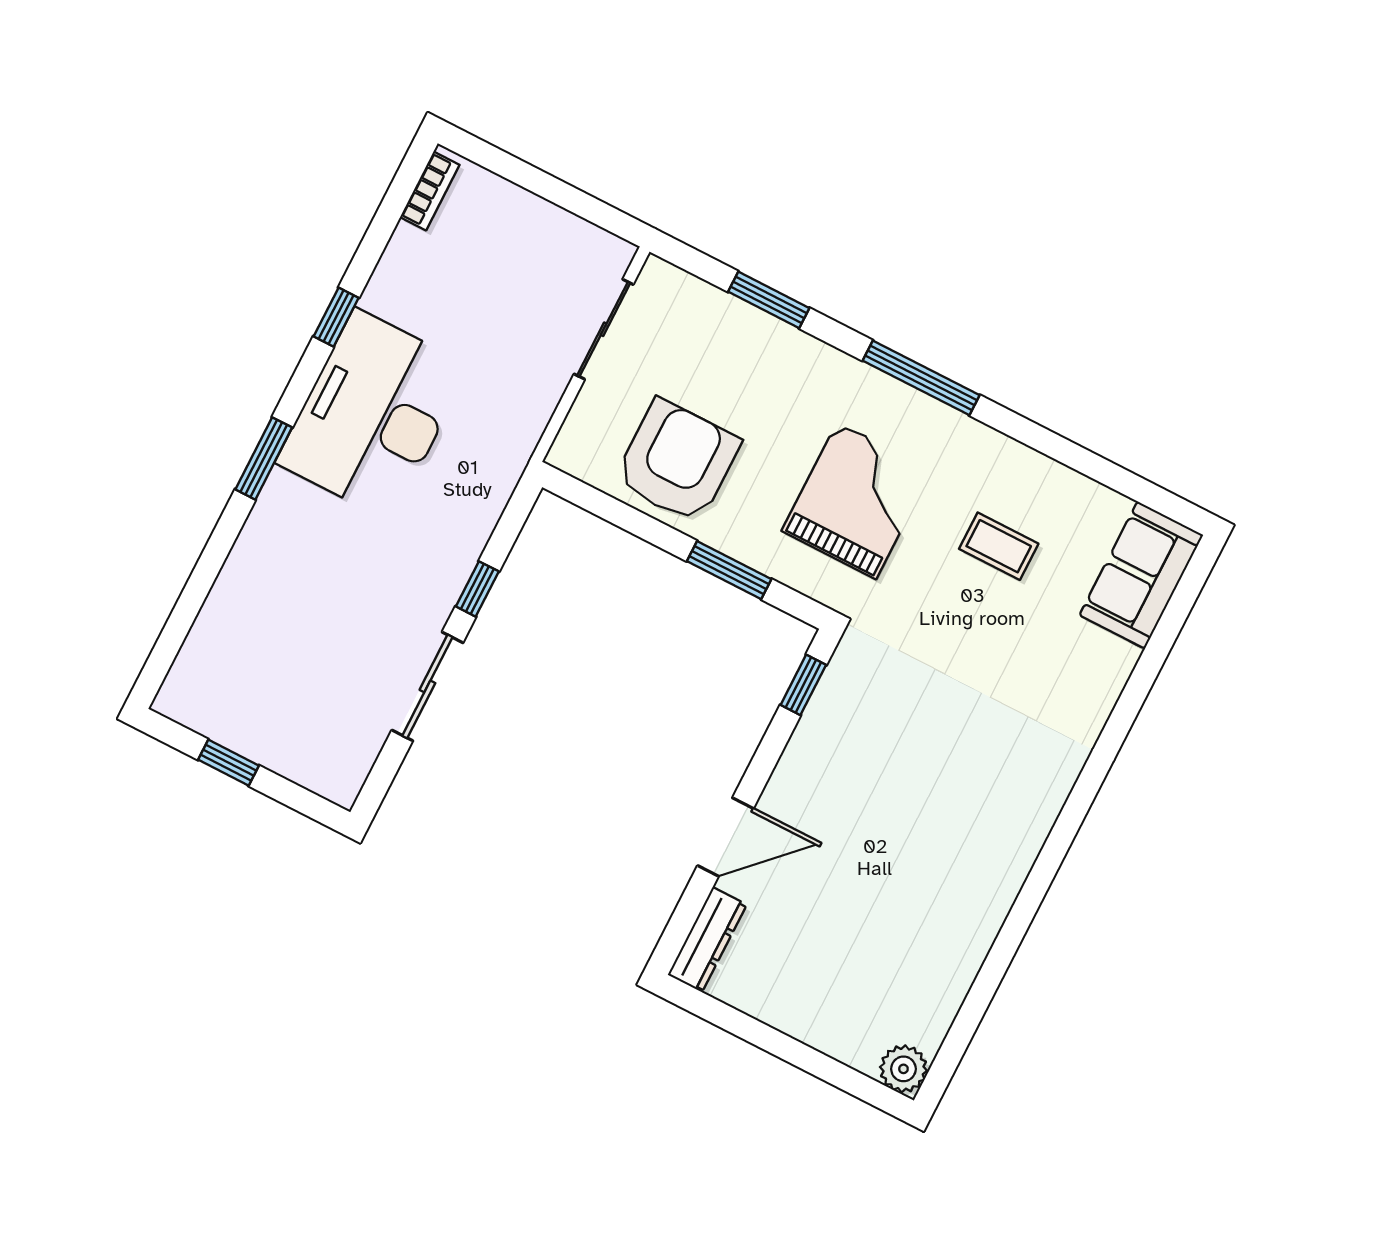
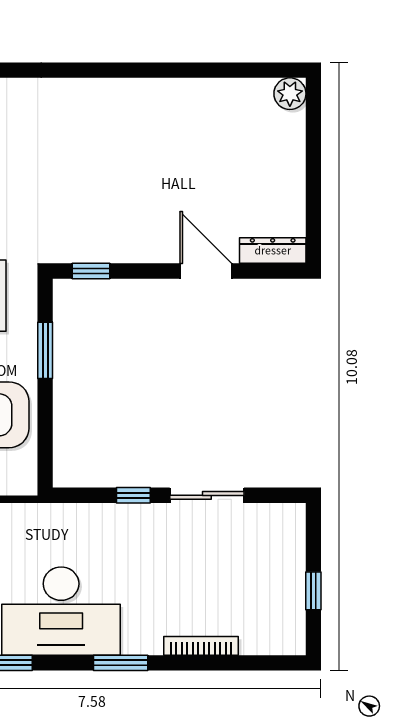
bookcase: (232, 576) -> (201, 646), added

